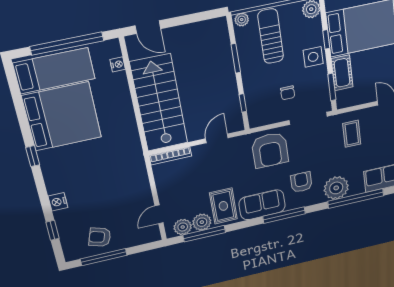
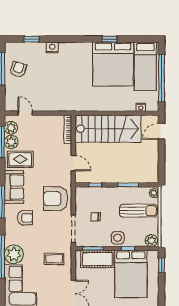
cot: (342, 73) -> (97, 259), width x1.37, depth x1.34
window: (33, 156) -> (109, 39), moved
plant: (336, 188) -> (14, 254), moved

